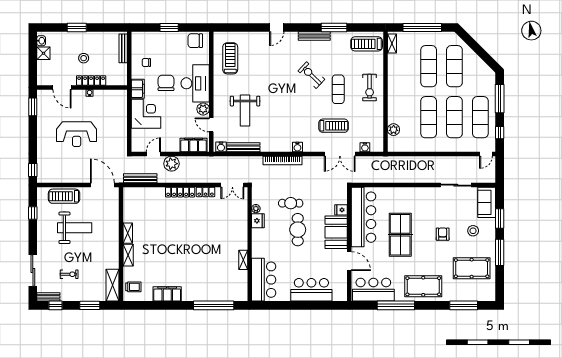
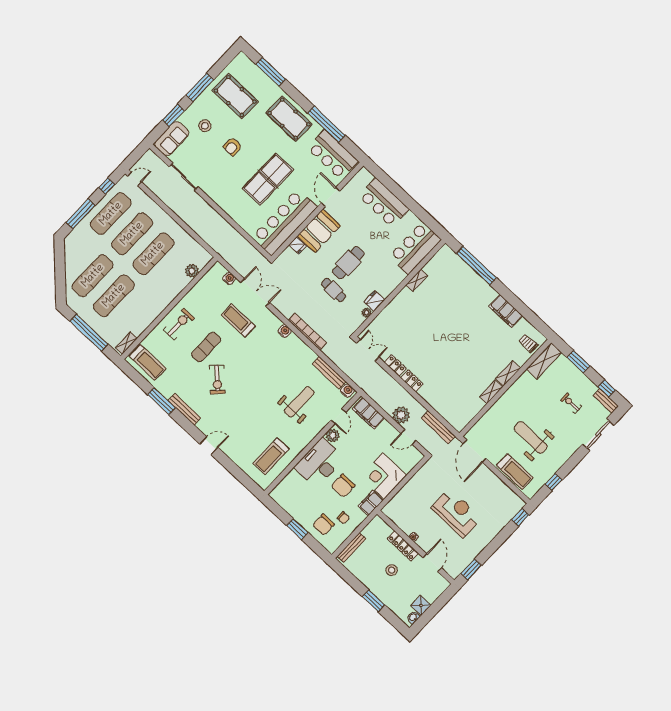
chair: (195, 41) -> (323, 525), moved, turned 90
locker: (180, 192) -> (412, 381), width x0.66

